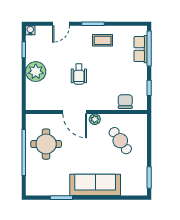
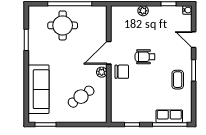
plant: (36, 72) -> (143, 11), width x0.53, depth x0.53
chair: (125, 102) -> (122, 72), moved
round table: (46, 144) -> (63, 25), moved
sofa: (95, 185) -> (38, 89), moved

